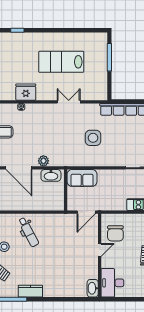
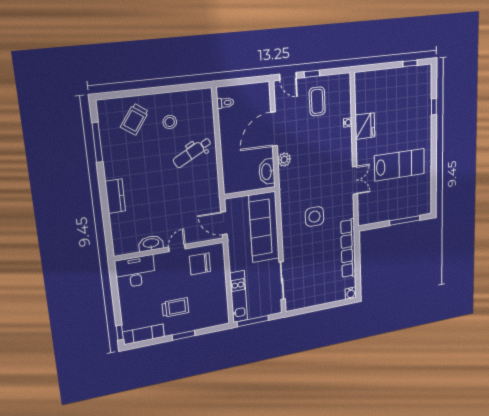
lab bench: (61, 62) -> (400, 165), turned 90
sofa: (82, 178) -> (264, 227), width x1.85, depth x1.27
door: (100, 250) -> (177, 248), swing flipped
washbasin: (93, 288) -> (151, 243), moved
kitchen counter: (30, 291) -> (115, 196), moved

